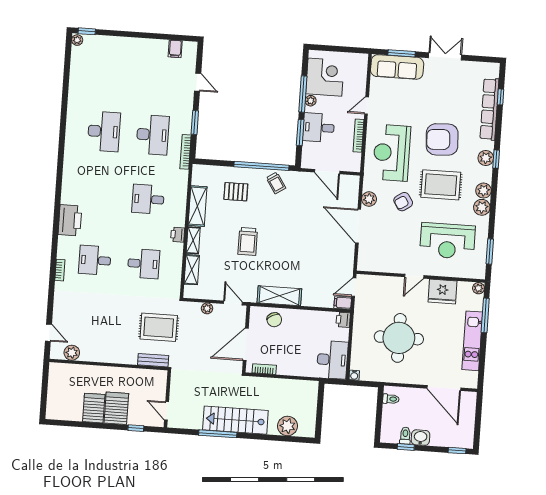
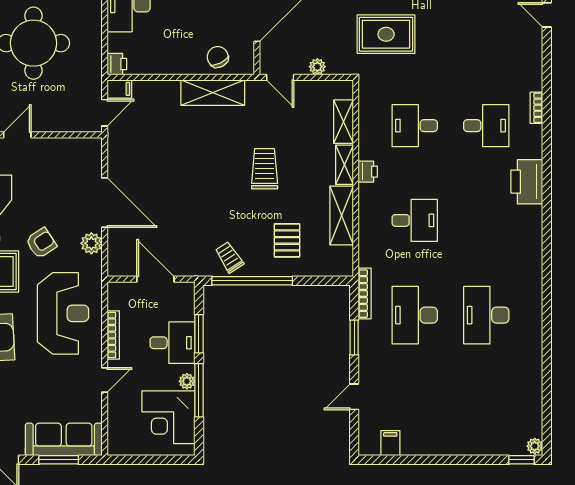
door: (198, 82) -> (354, 397), hinge flipped
pallet: (236, 192) -> (287, 240), turned 90

